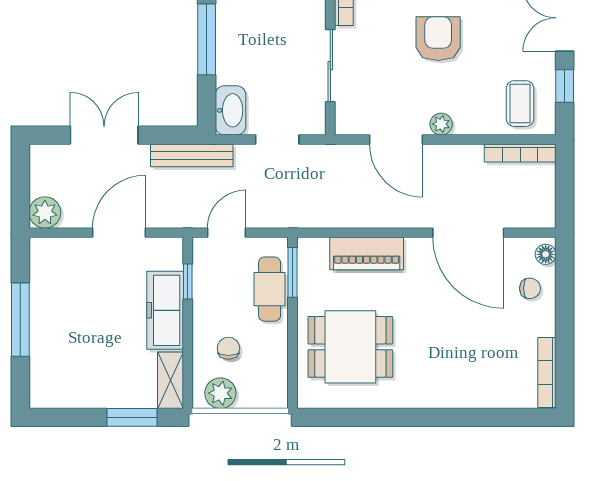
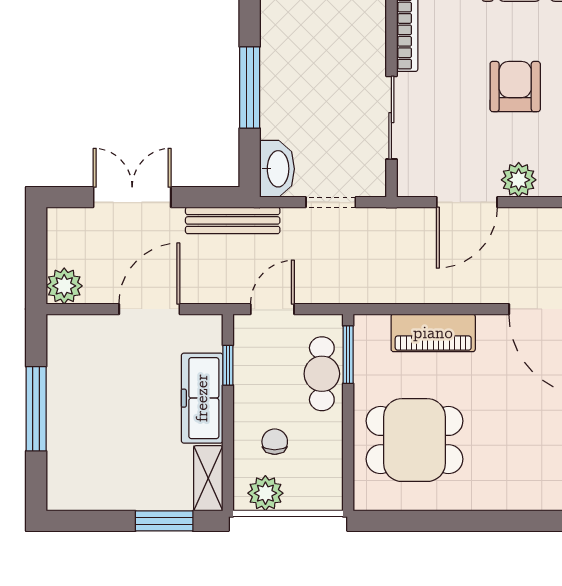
plant: (441, 124) -> (519, 180), width x1.38, depth x1.38
door: (396, 140) -> (467, 202), hinge flipped

